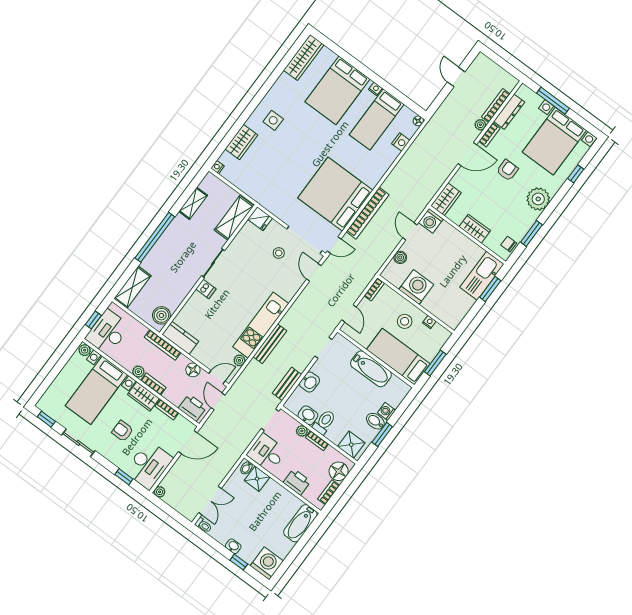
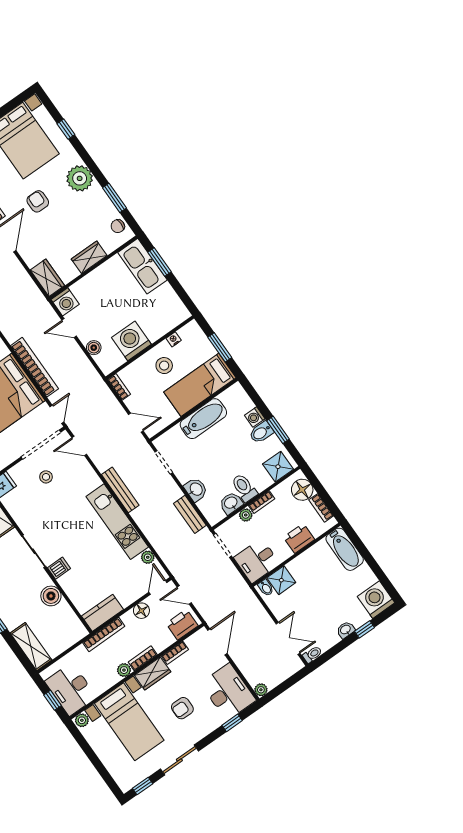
boiler: (161, 315) -> (51, 596), moved
bench: (270, 344) -> (120, 490), moved

